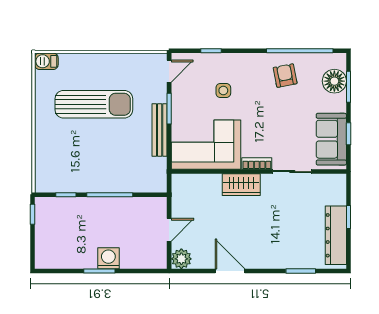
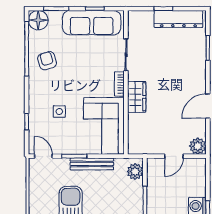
armchair: (285, 76) -> (47, 61), turned 85
floor lamp: (334, 81) -> (38, 20), moved
sofa: (331, 139) -> (92, 23), width x1.36
plant: (150, 183) -> (135, 172), added
door: (169, 230) -> (174, 156), swing flipped

